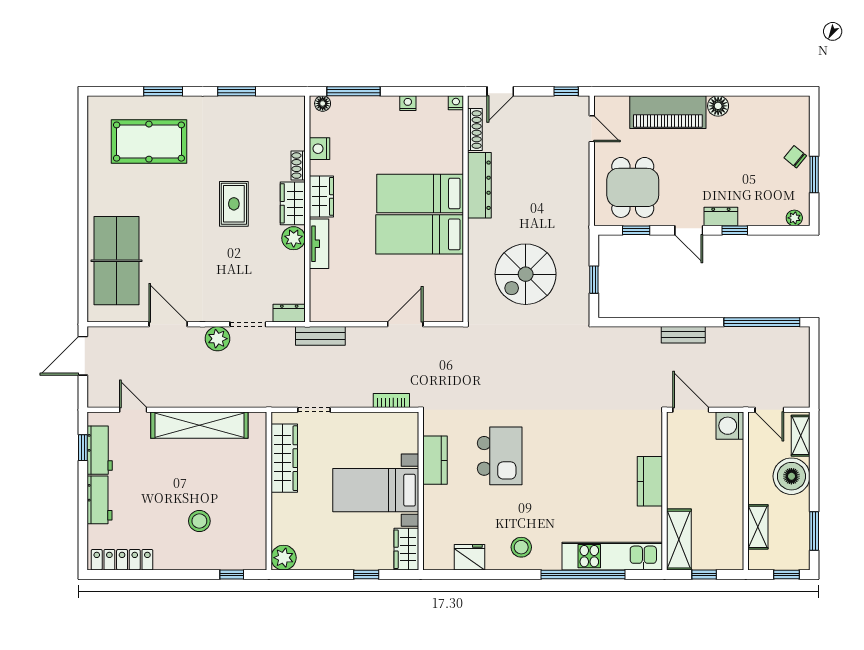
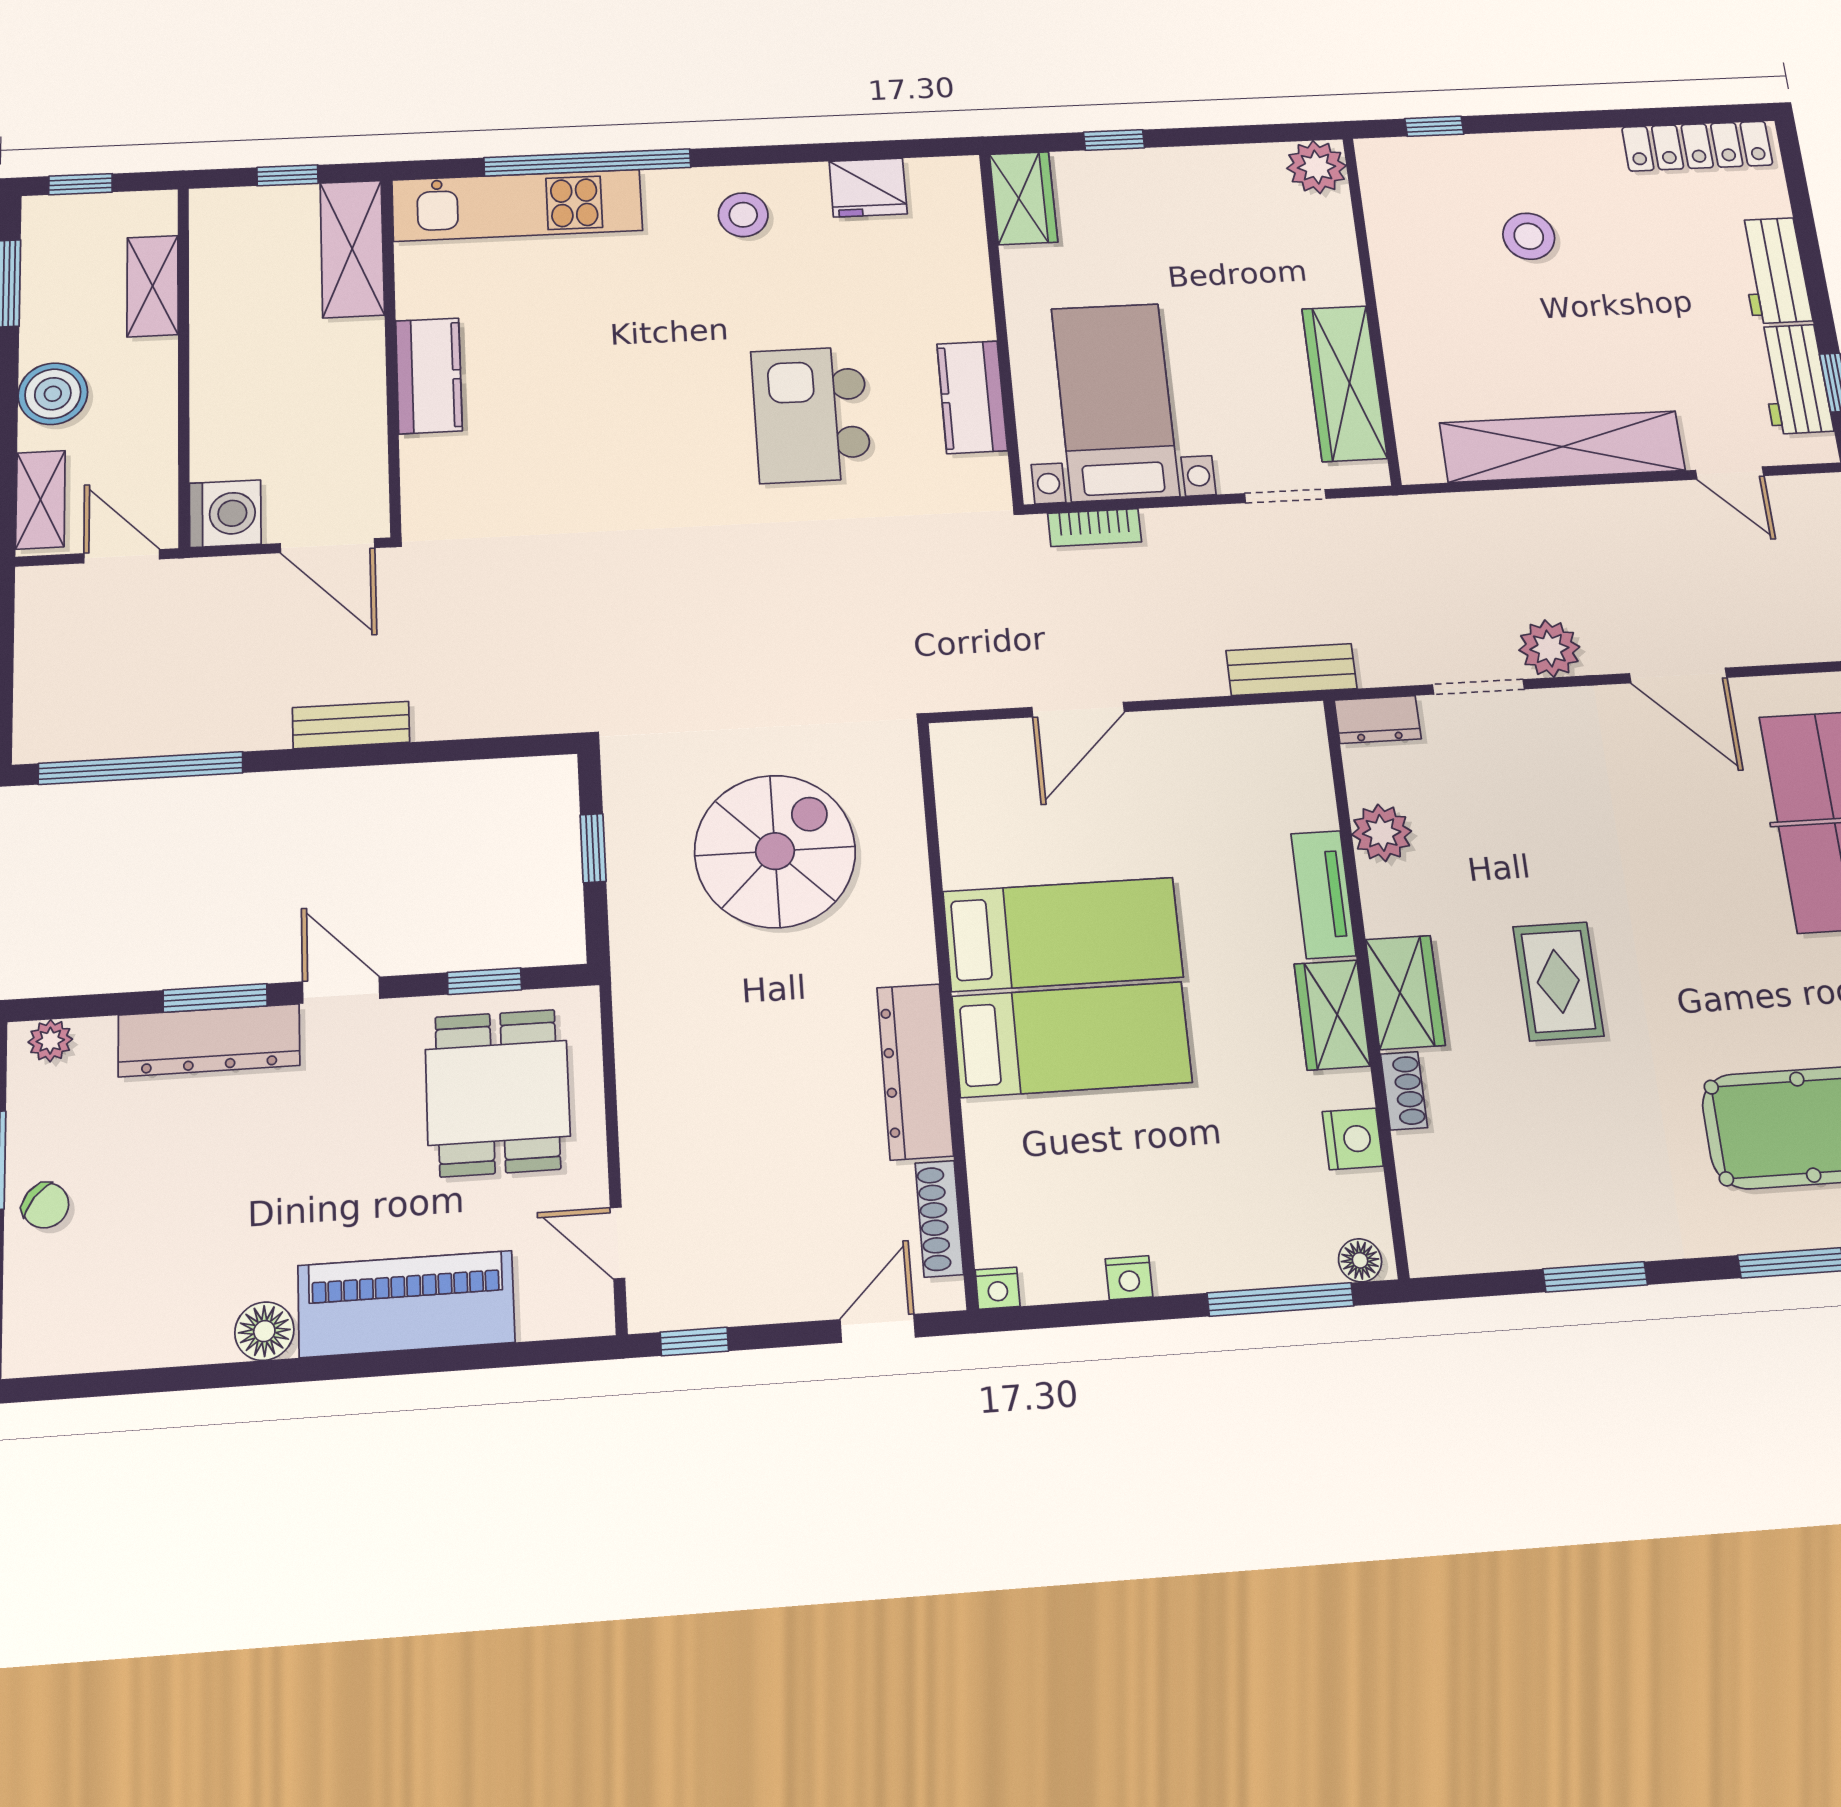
dresser: (721, 217) -> (209, 1040), width x1.96, depth x1.24
window: (735, 230) -> (215, 998), width x1.50
plant: (294, 238) -> (1382, 833), moved
boiler: (791, 476) -> (53, 394), width x0.73, depth x0.73
bed with nightstands: (376, 490) -> (1115, 402), moved, turned -90

